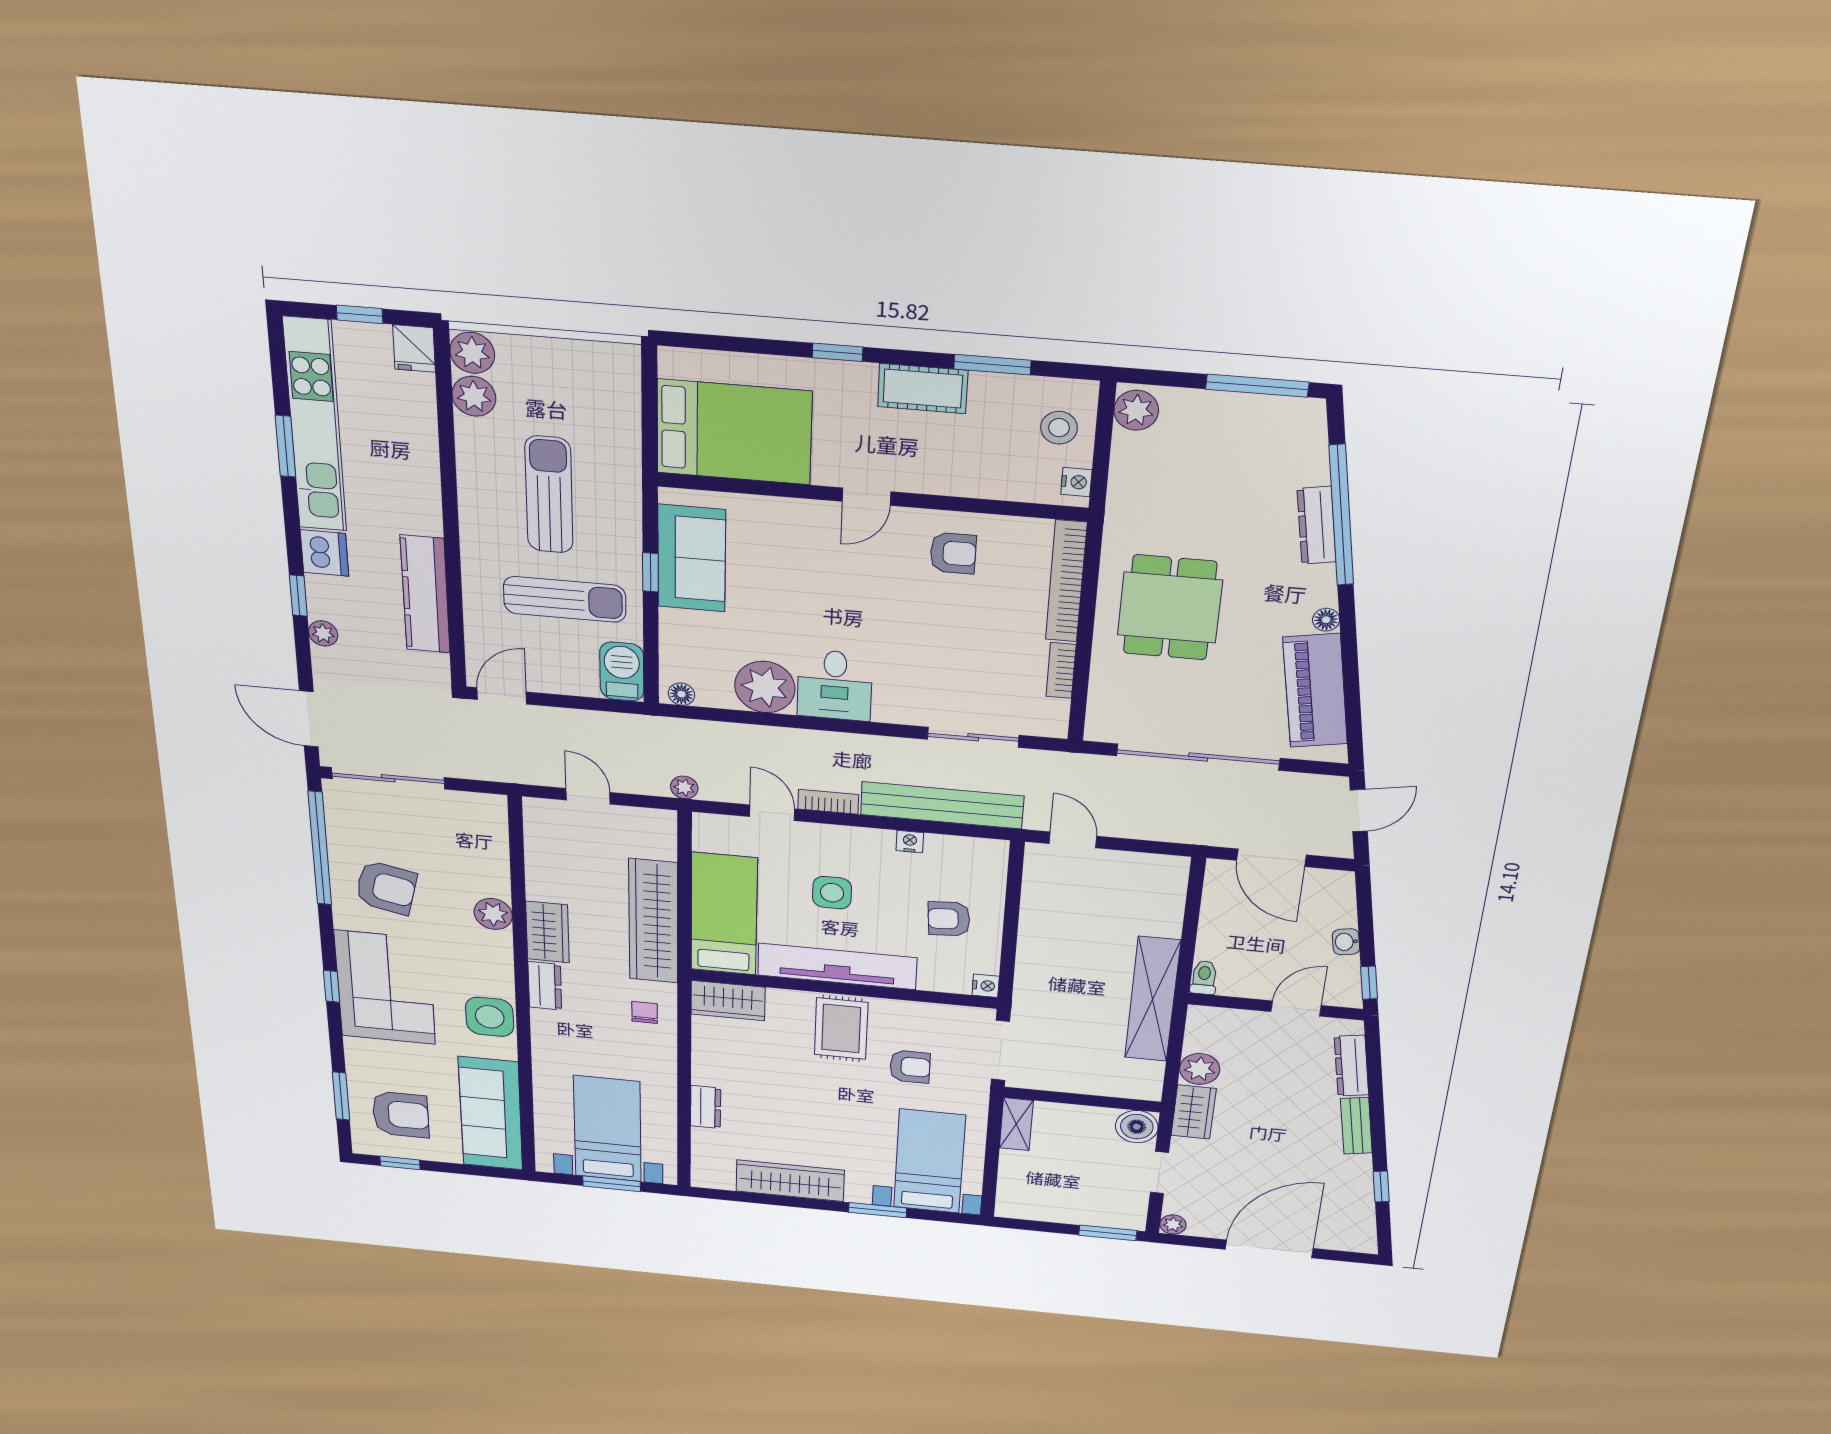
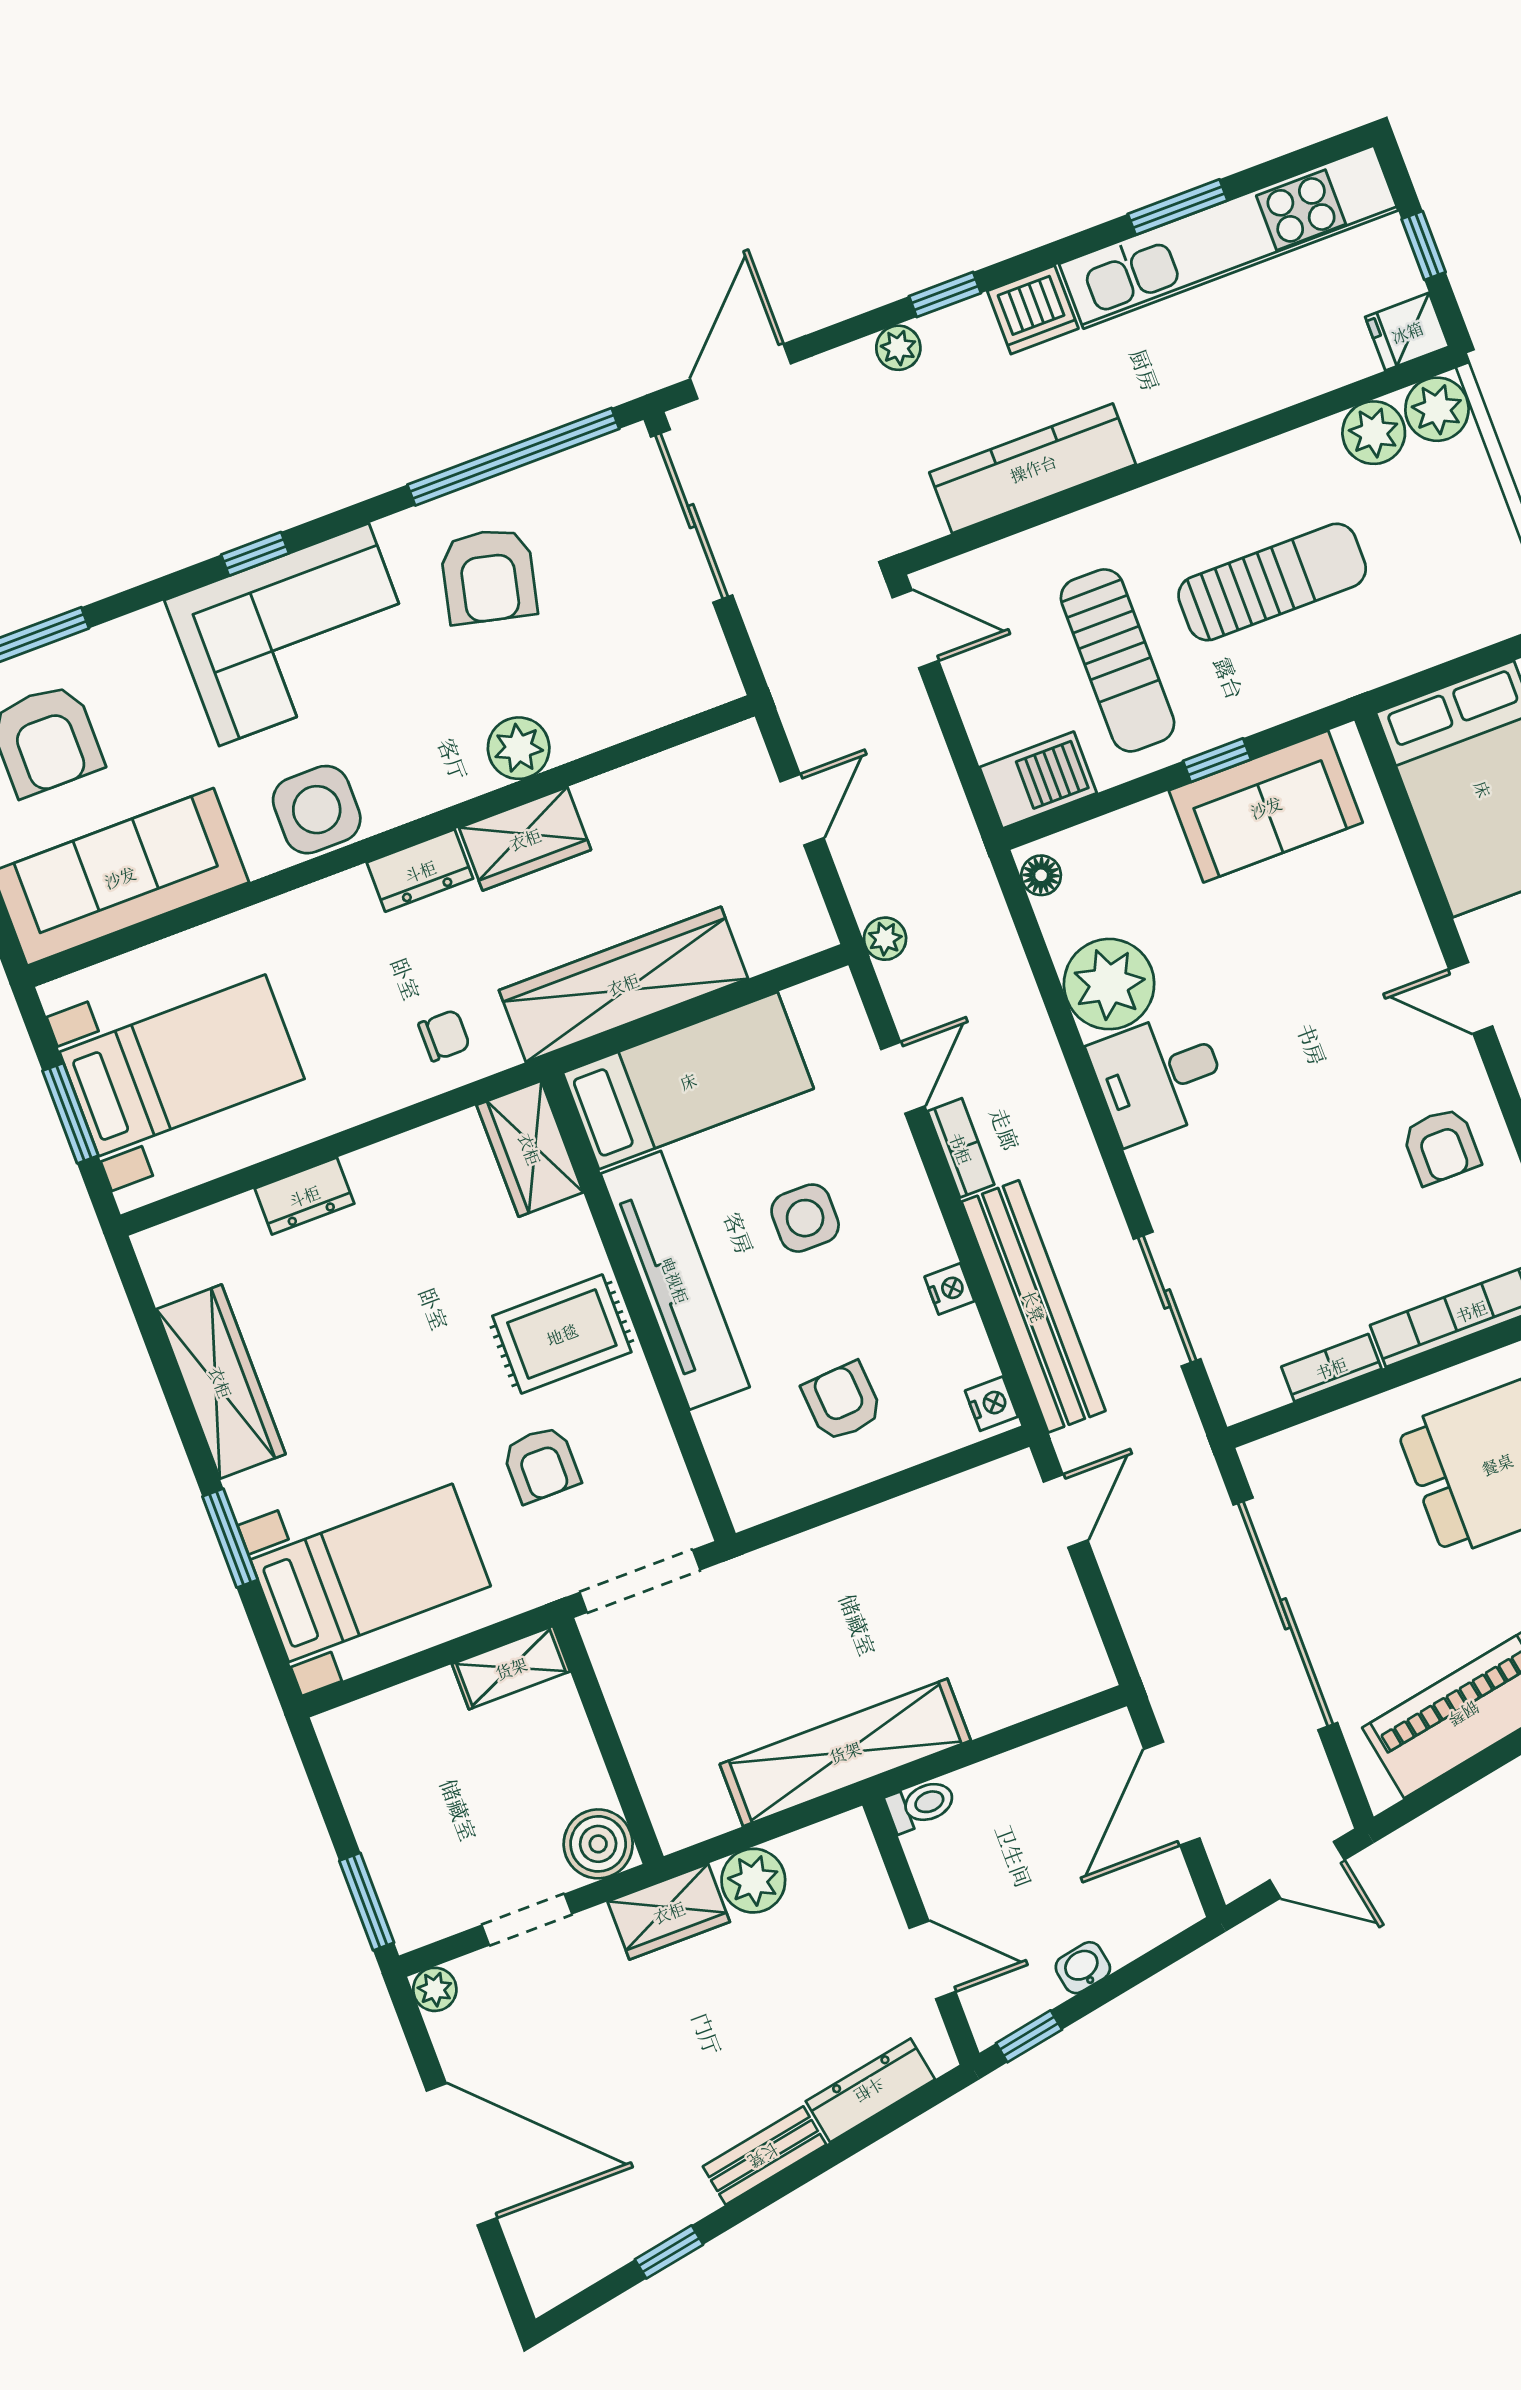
nightstand: (986, 986) -> (991, 1404), moved, turned -90

